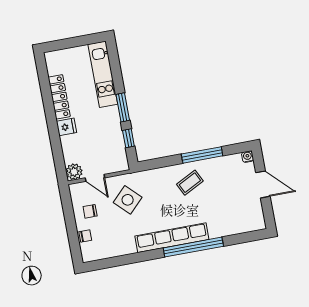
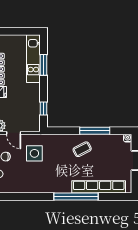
window: (123, 107) -> (43, 65), moved
side table: (128, 200) -> (34, 153), turned 45
row of seats: (172, 238) -> (99, 187), moved

